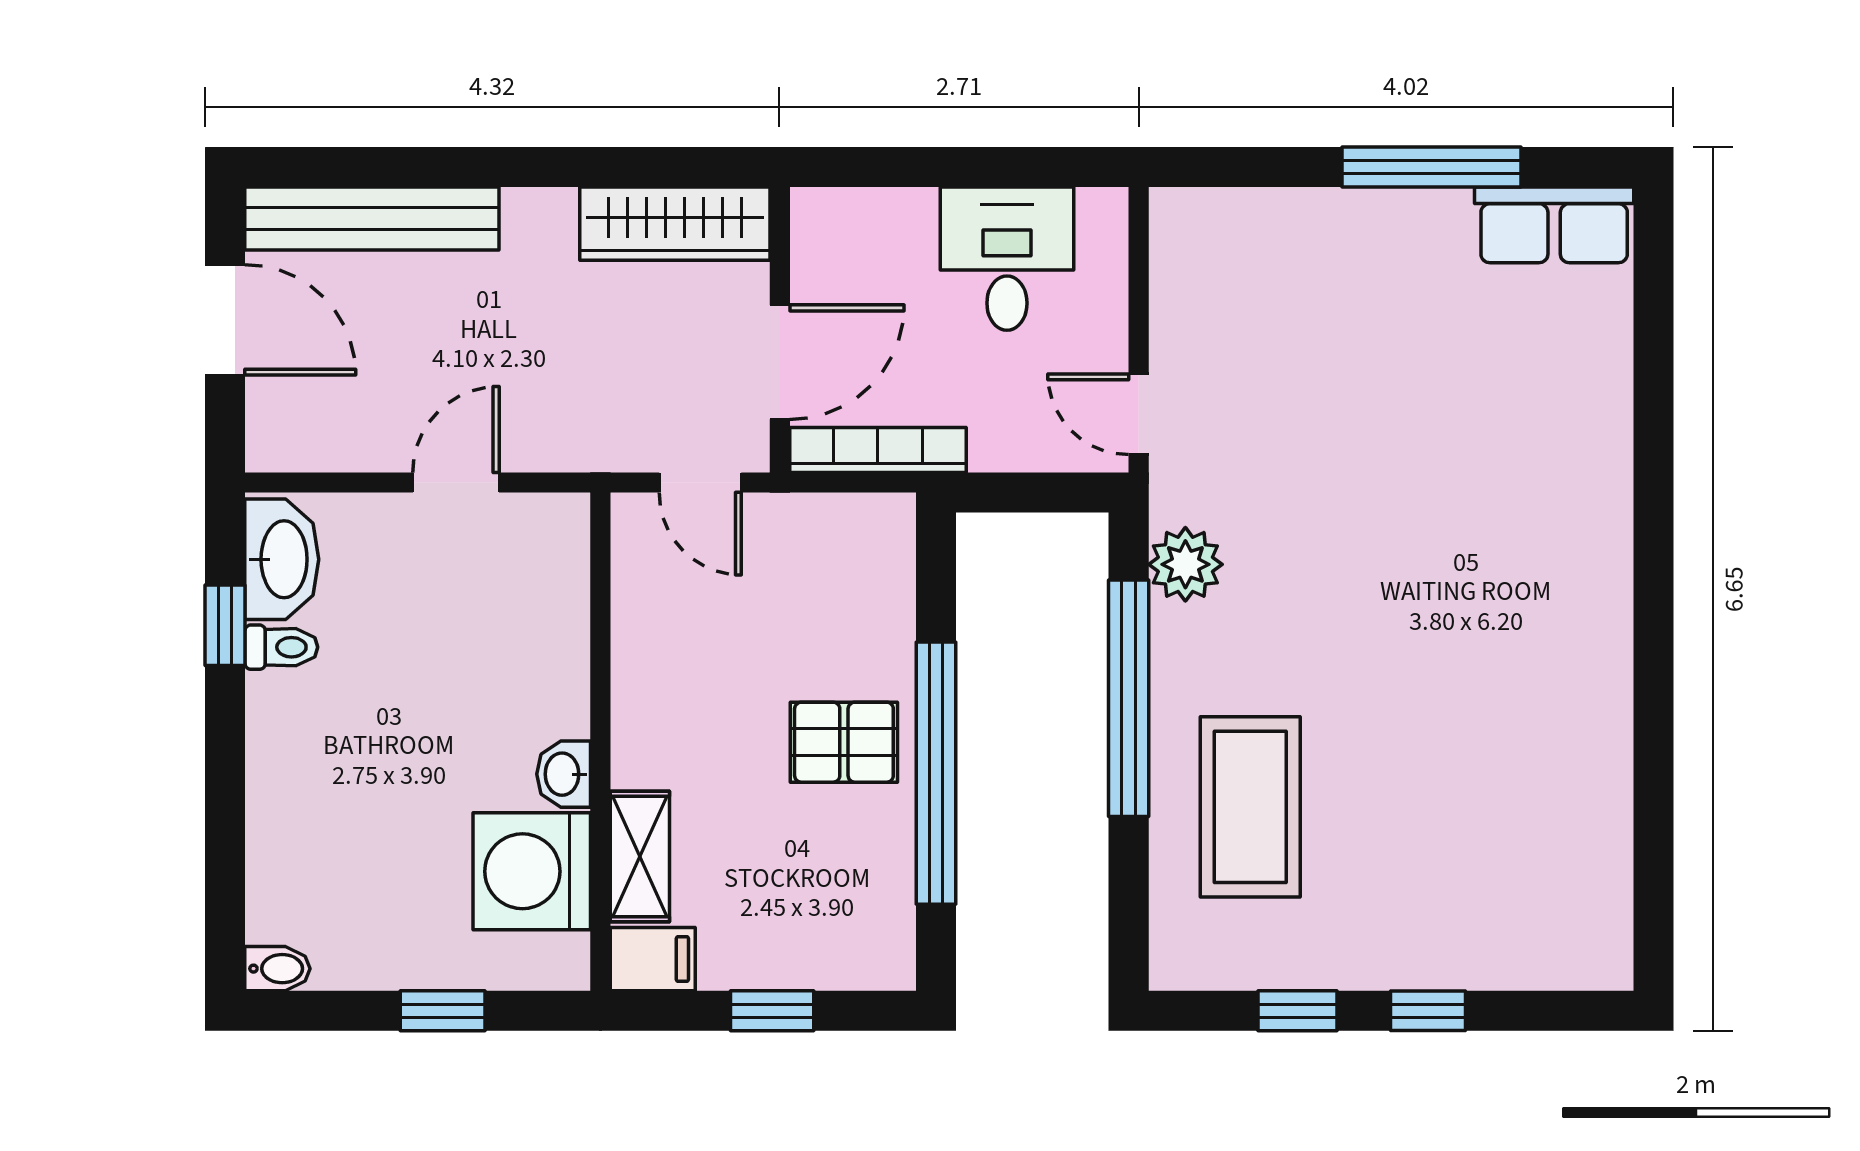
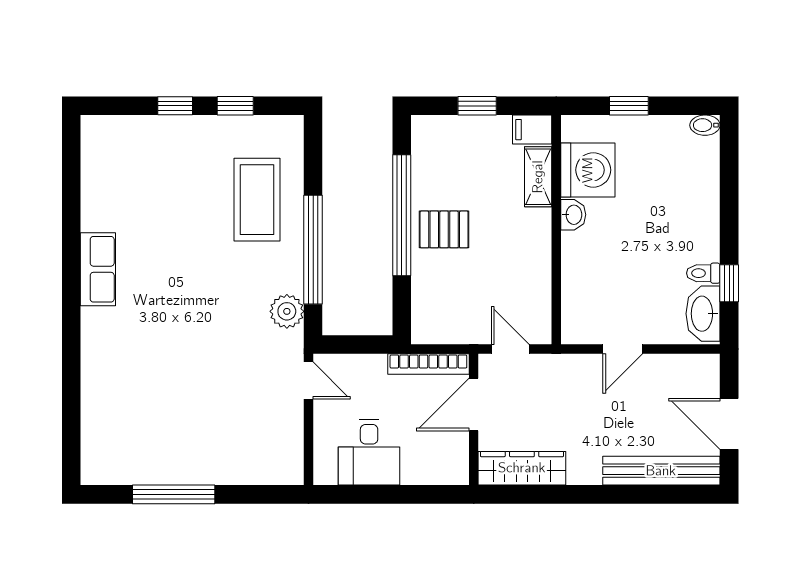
row of seats: (1554, 225) -> (98, 269), moved, turned 90

